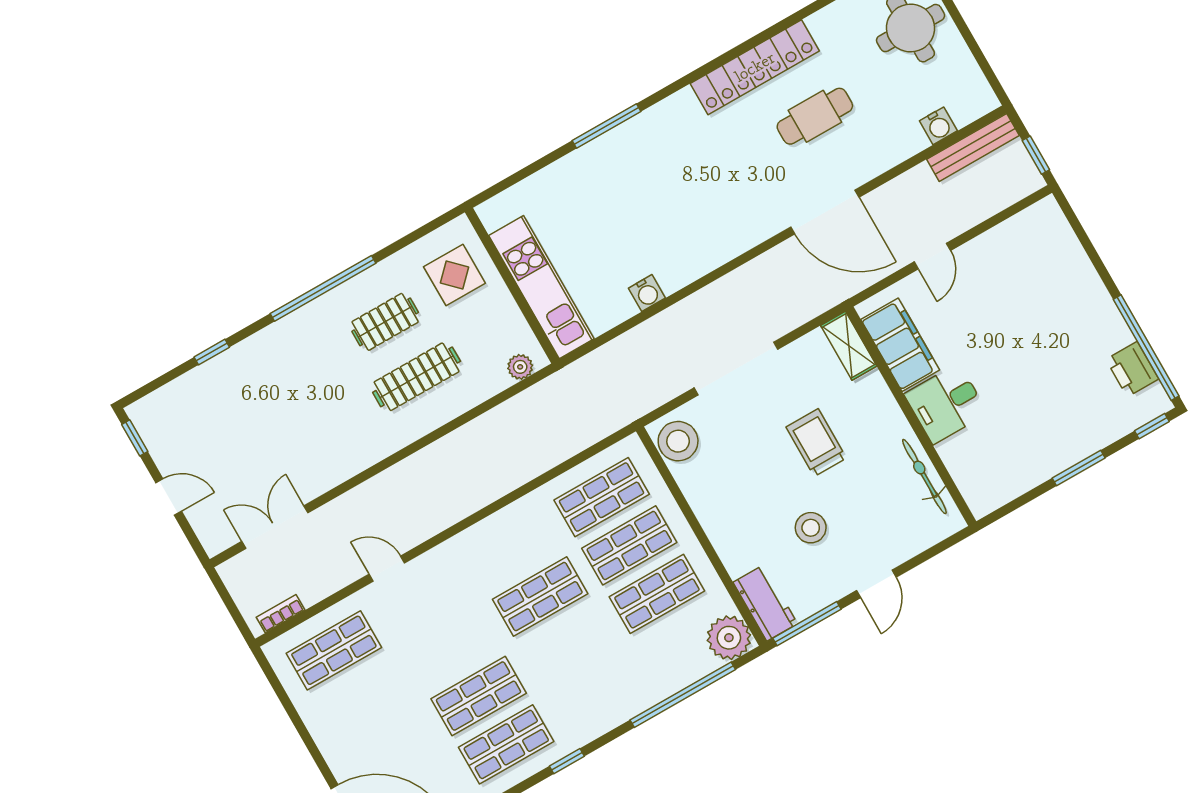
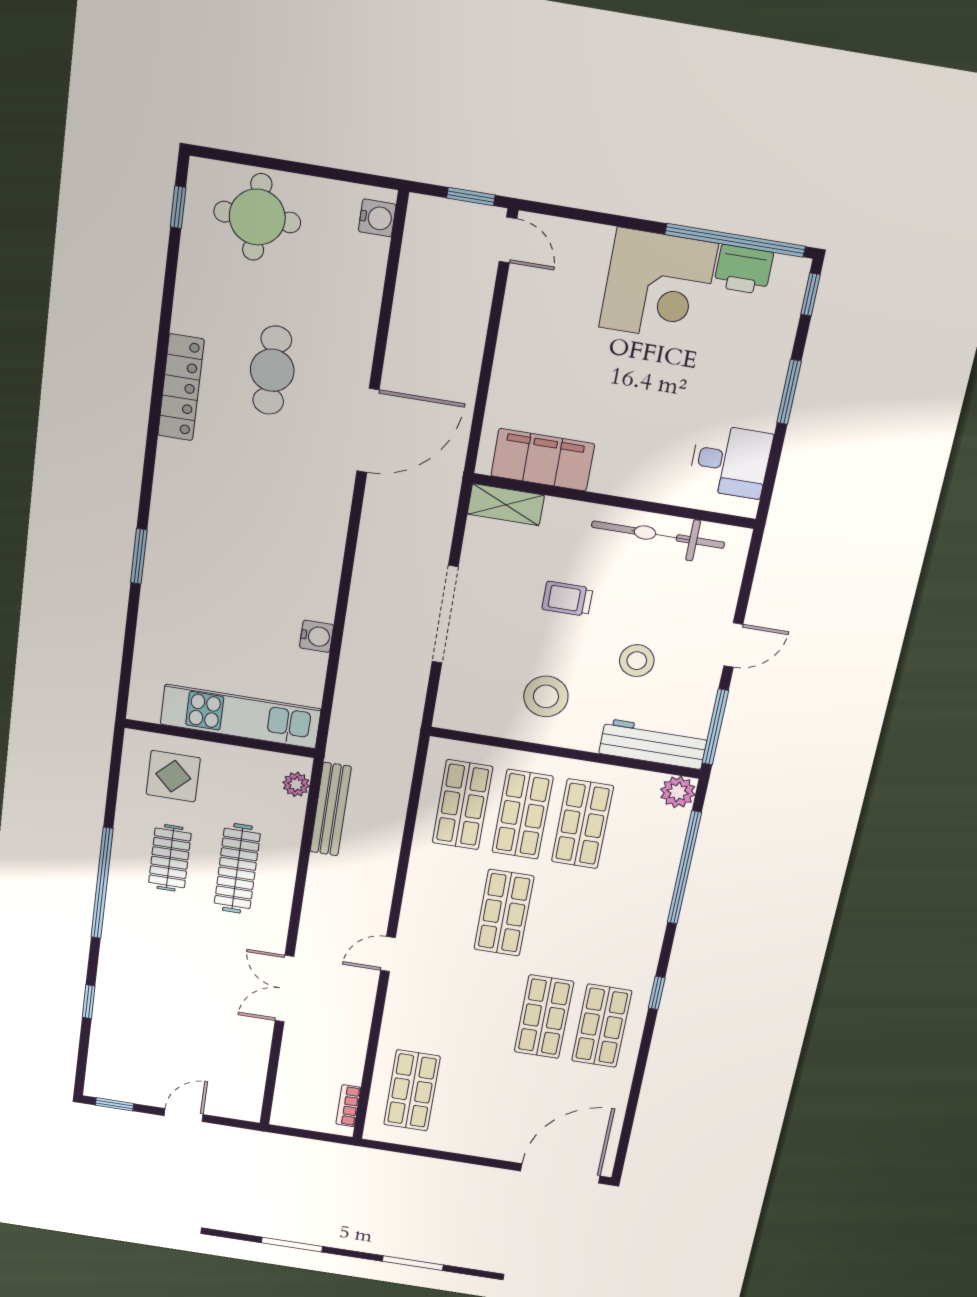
locker: (755, 67) -> (181, 387), width x0.71, depth x0.83
window: (606, 126) -> (139, 556), width x0.69
water cooler: (938, 126) -> (377, 218), moved
bench: (973, 147) -> (331, 809), moved
door: (932, 256) -> (508, 240), moved
corner desk: (1077, 323) -> (658, 286), added
desk: (946, 404) -> (730, 461), moved, turned -90
stool: (678, 441) -> (546, 696), moved
trolley: (816, 443) -> (567, 599), width x0.73, depth x0.72
bicycle: (924, 476) -> (658, 535), width x1.37, depth x1.40
double door: (275, 527) -> (284, 989), moved
door: (387, 569) -> (388, 954), moved
door: (876, 584) -> (733, 645), hinge flipped
workbench: (765, 603) -> (653, 744), width x1.38
plant: (729, 638) -> (678, 792), width x0.73, depth x0.73

